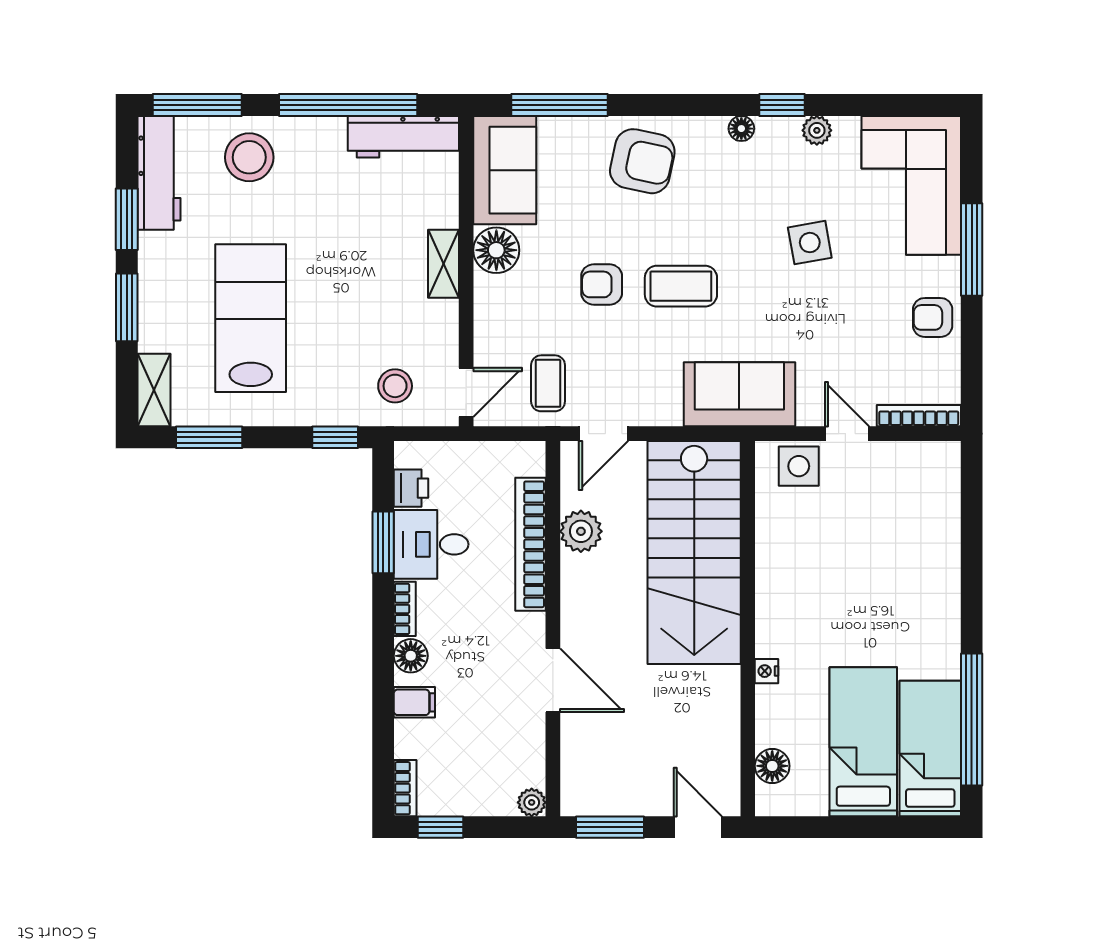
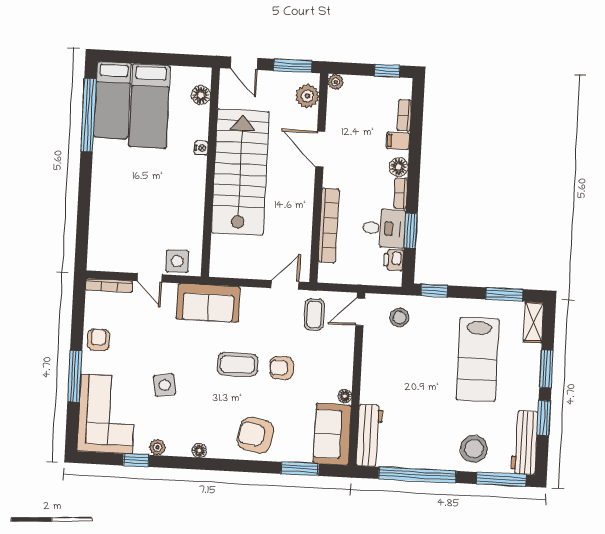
window: (560, 105) -> (300, 469), width x0.69
window: (782, 105) -> (136, 460), moved
workbench: (403, 137) -> (369, 435), moved, turned 90
floor lamp: (496, 250) -> (345, 396), width x0.53, depth x0.53
shelving: (444, 264) -> (369, 384), removed
armchair: (602, 284) -> (282, 368), turned 180
armchair: (933, 317) -> (99, 340), turned -90
plant: (581, 531) -> (307, 96), moved
stairs: (694, 552) -> (240, 172), moved
bookcase: (405, 788) -> (404, 115), moved

